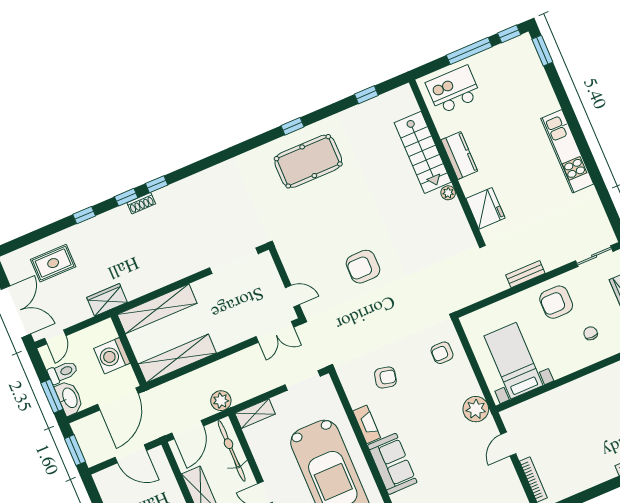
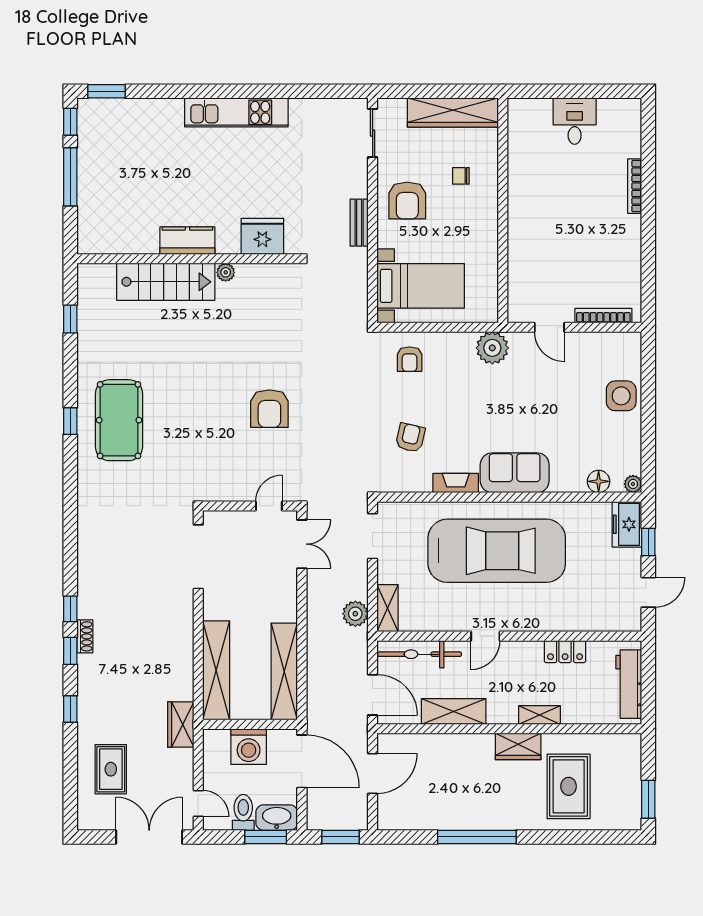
kitchen island: (453, 90) -> (108, 215), removed
bed with nightstands: (513, 361) -> (421, 286), moved, turned 180
plant: (221, 401) -> (355, 614), moved

